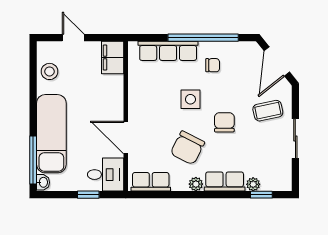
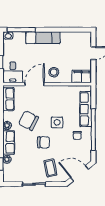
stool: (50, 71) -> (54, 72), moved
exam couch: (51, 134) -> (43, 38), width x0.73, depth x0.69

